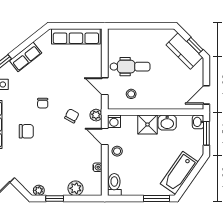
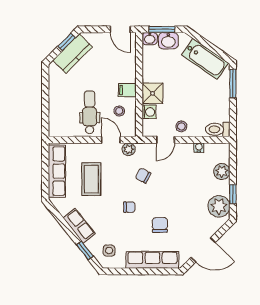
coffee table: (68, 68) -> (91, 179), added
door: (105, 86) -> (111, 140), swing flipped
filing cabinet: (151, 101) -> (127, 90), added
plant: (96, 115) -> (129, 149), moved
washing machine: (114, 121) -> (149, 112), moved
washbasin: (167, 123) -> (168, 41), moved, turned 90
plant: (39, 190) -> (219, 206), width x1.87, depth x1.87

